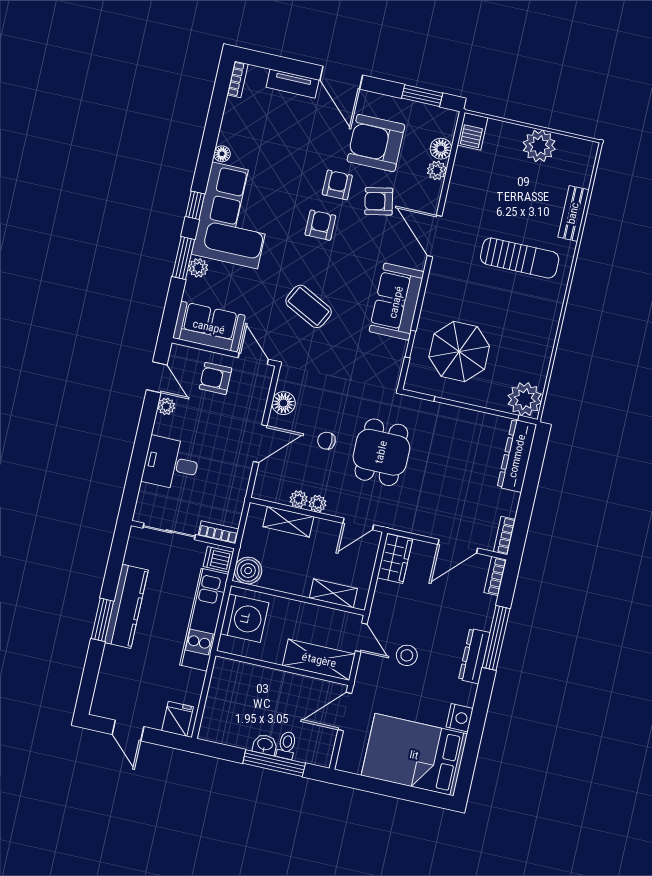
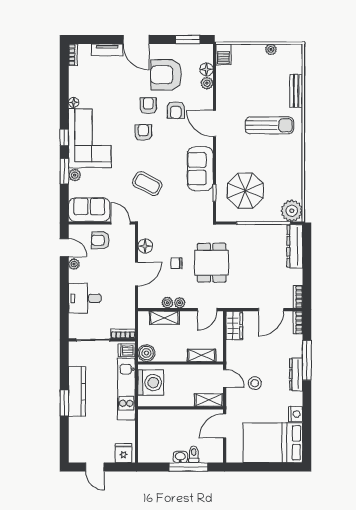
plant: (539, 146) -> (271, 49), width x0.53, depth x0.53
armchair: (379, 201) -> (176, 110), turned -79
shelving: (319, 660) -> (209, 400), width x0.67, depth x0.75

